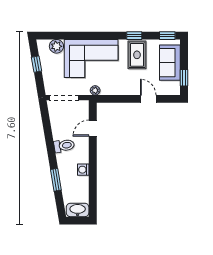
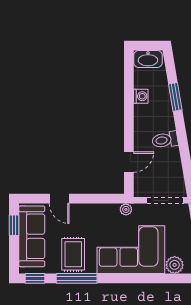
window: (134, 36) -> (77, 278), width x2.17
sofa: (170, 63) -> (32, 236), width x1.36
washing machine: (83, 170) -> (141, 96), moved

